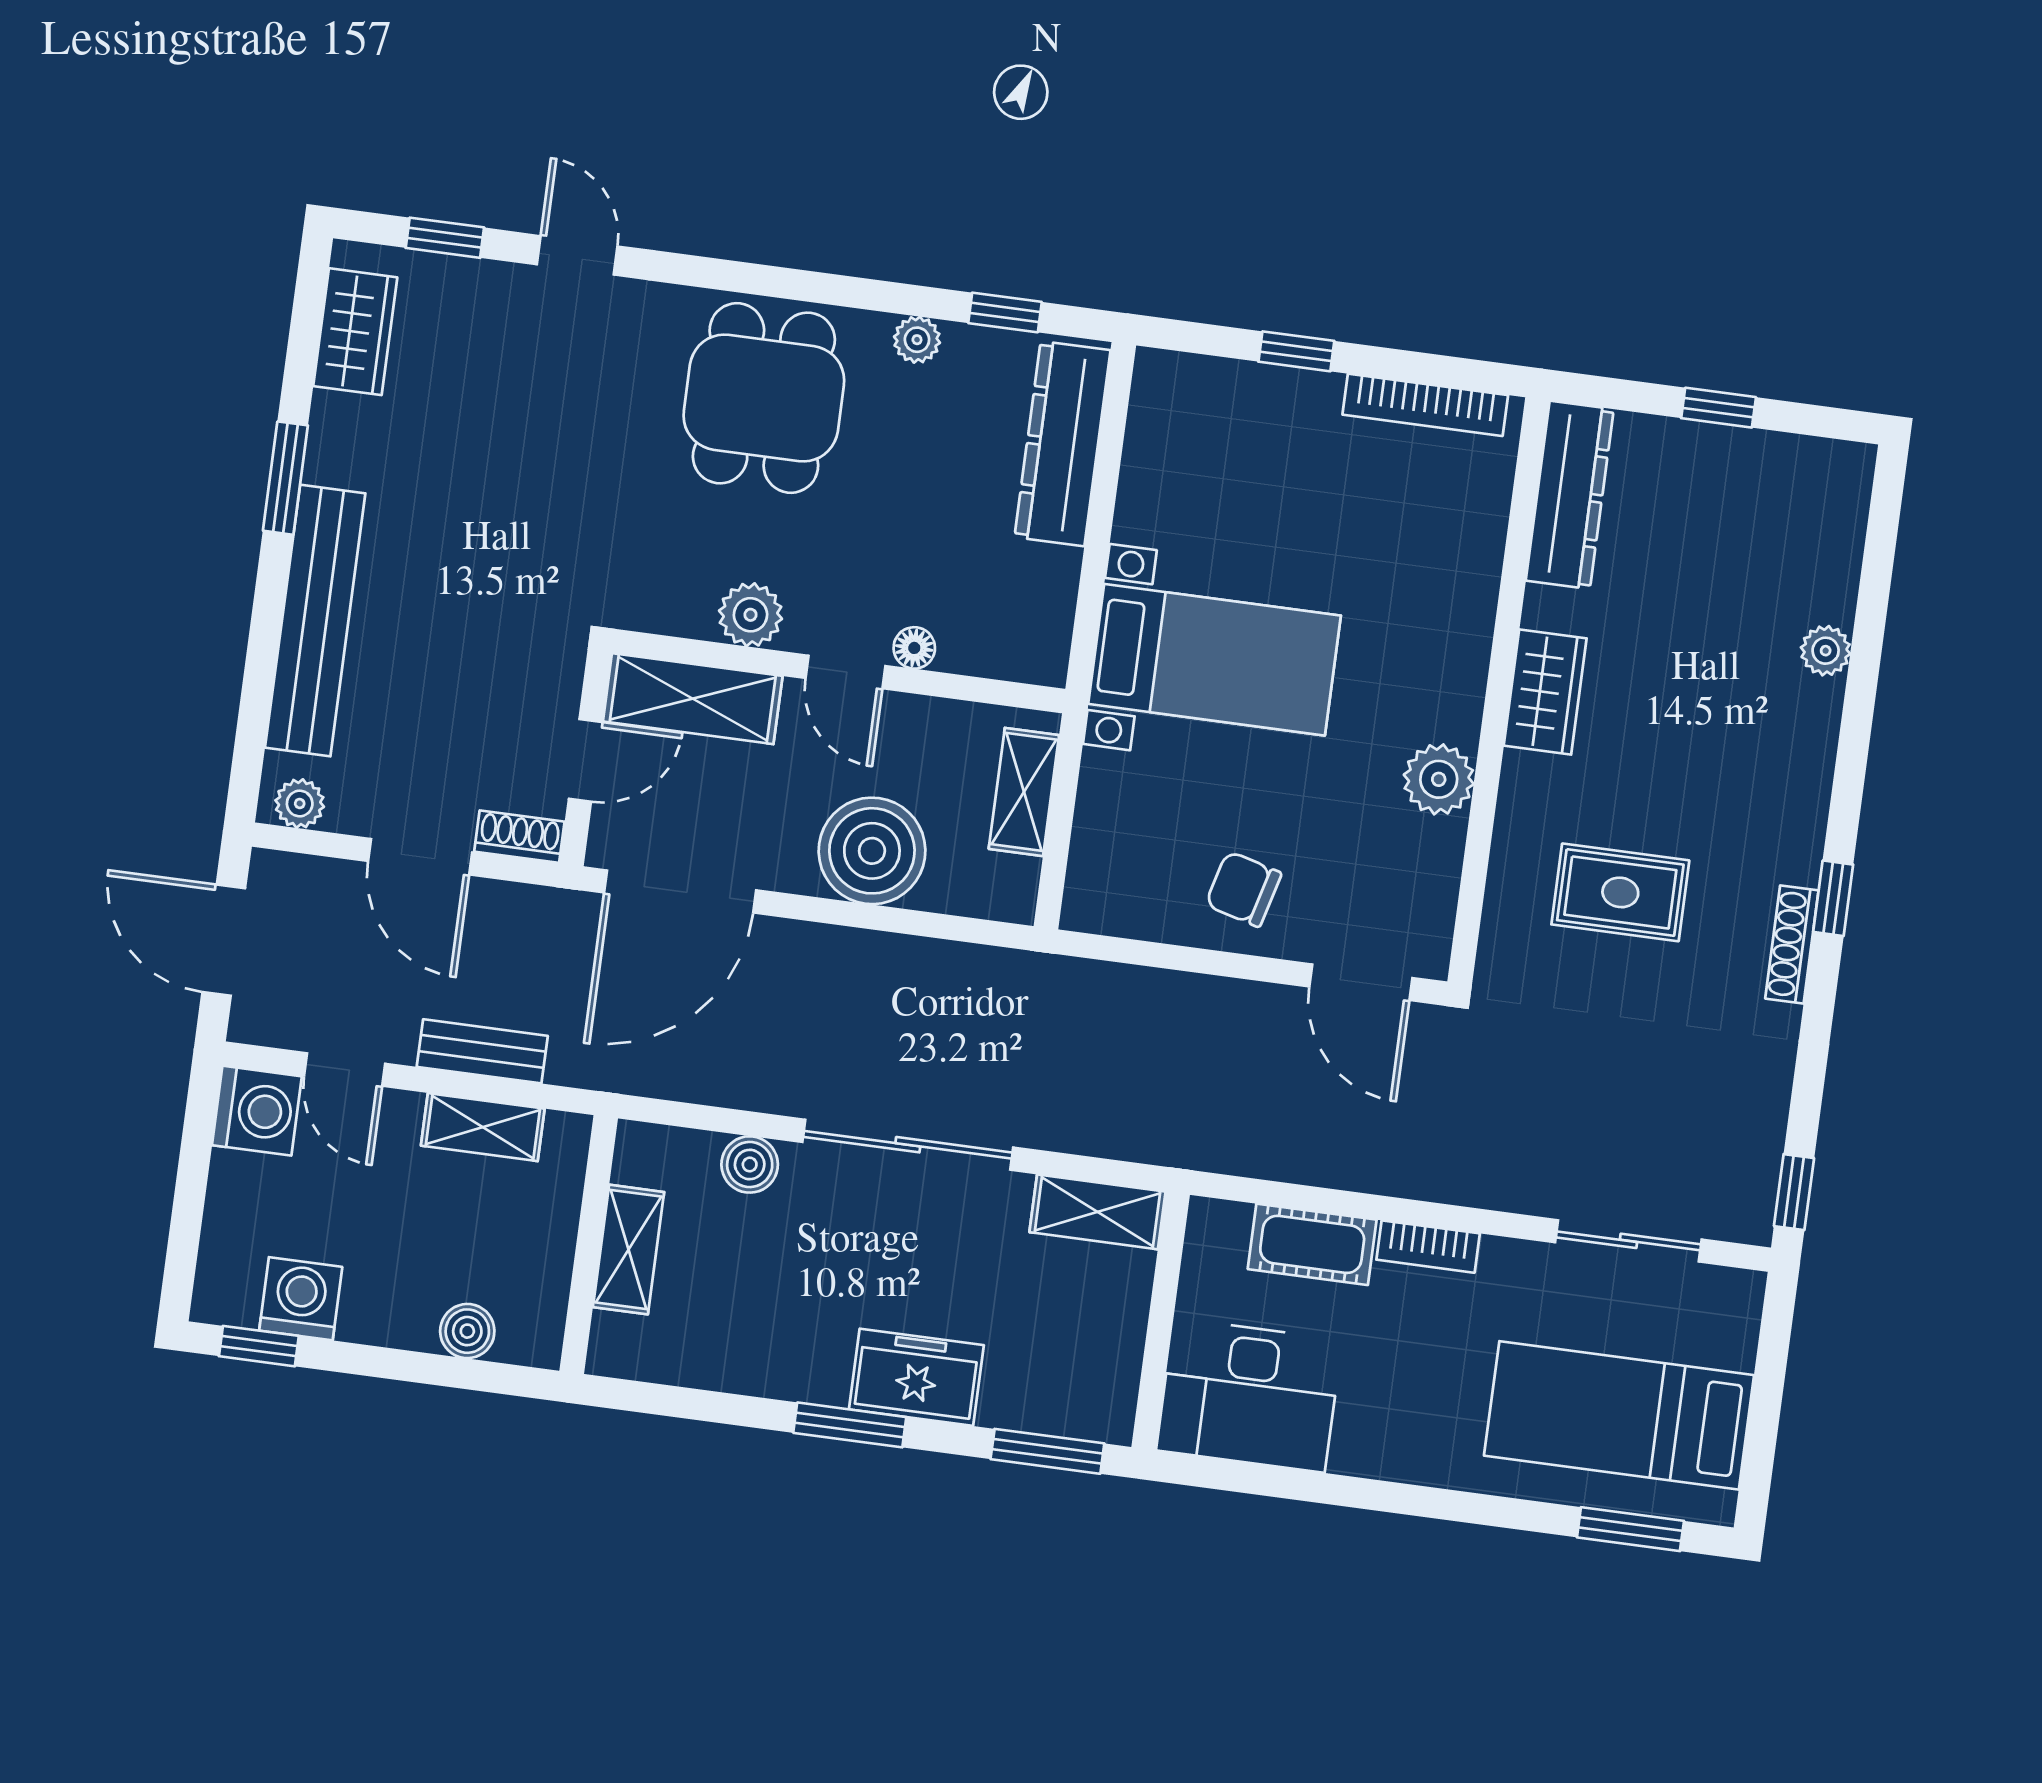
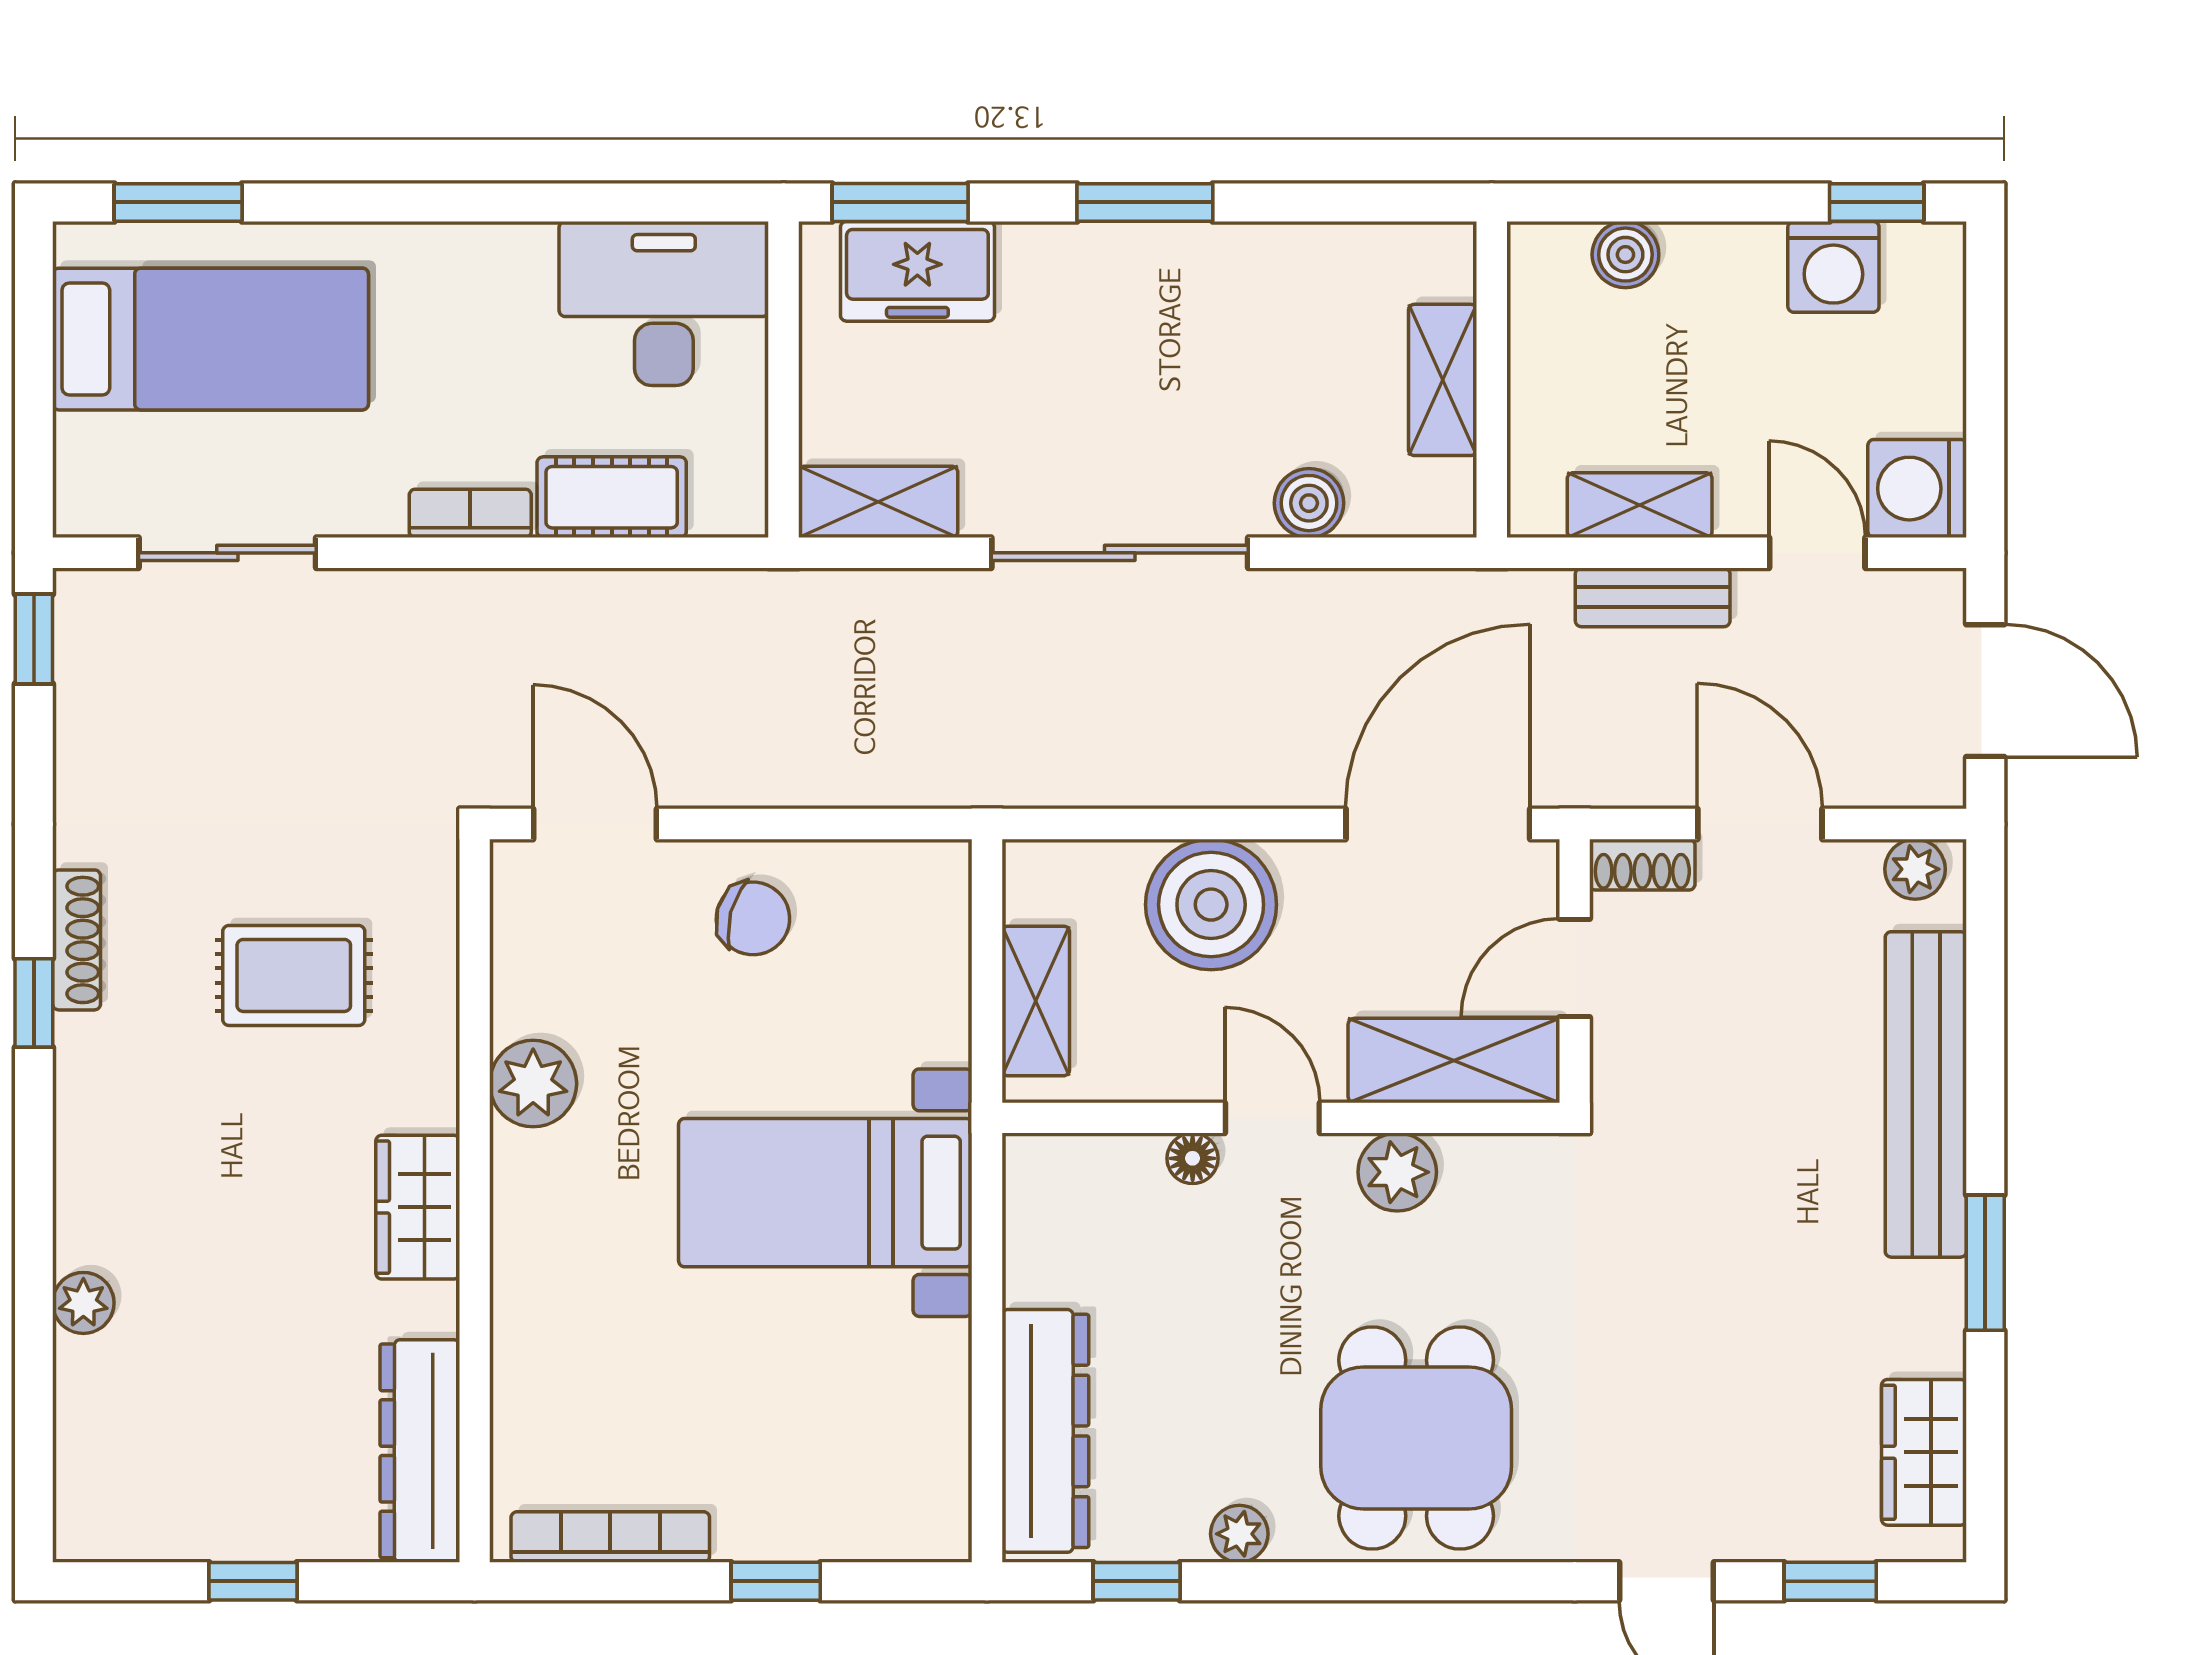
freezer: (916, 1377) -> (917, 271), moved

